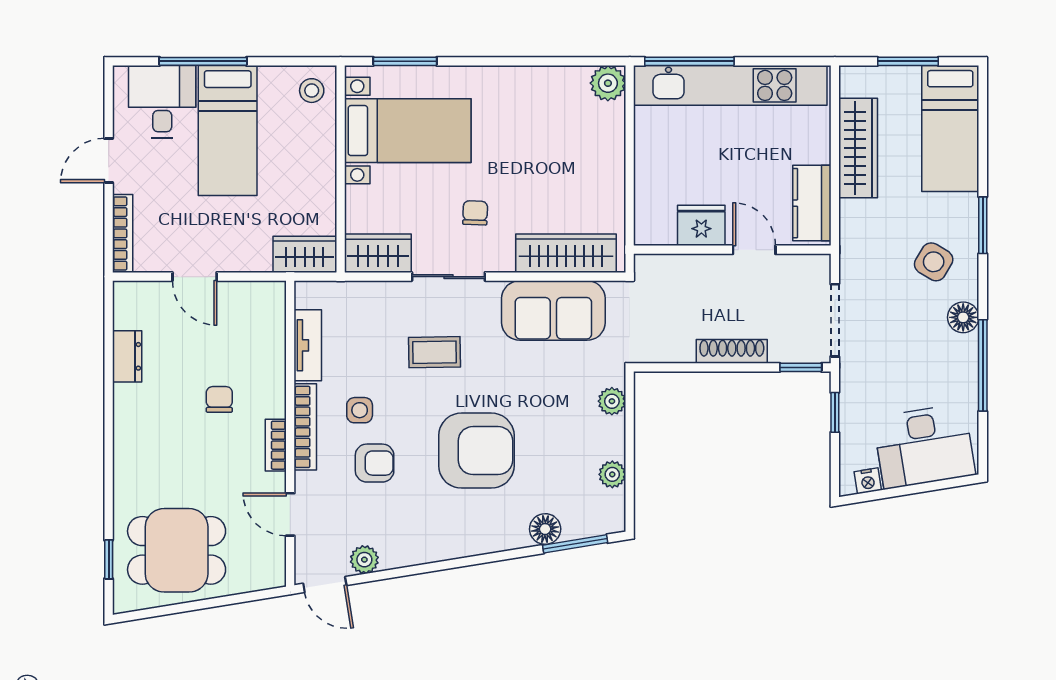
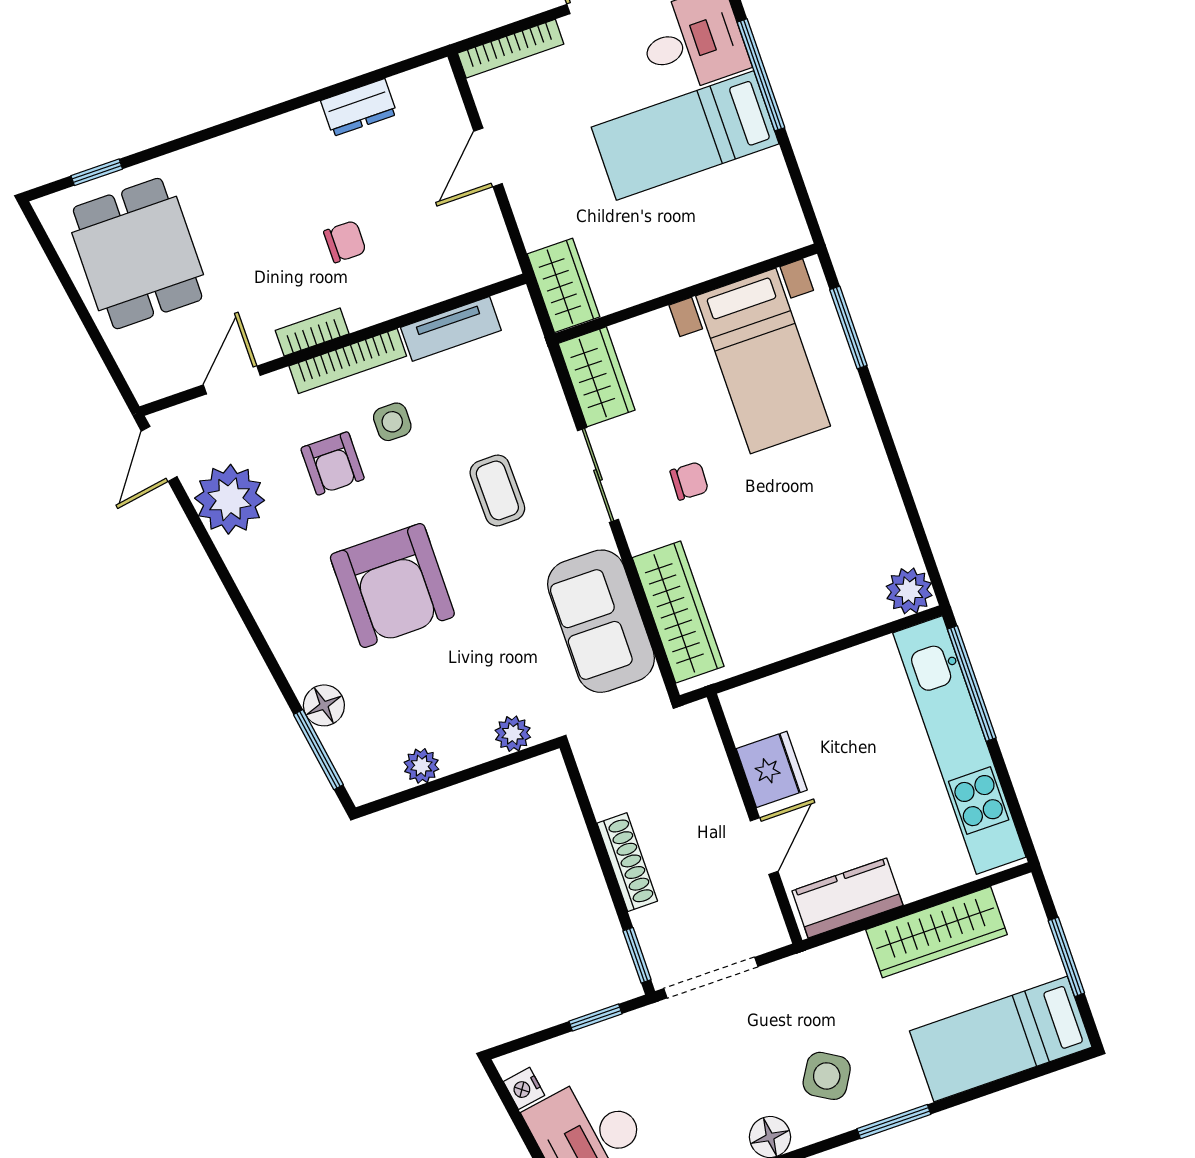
stool: (312, 91) -> (772, 223), removed
plant: (364, 560) -> (230, 499), width x1.87, depth x1.87

